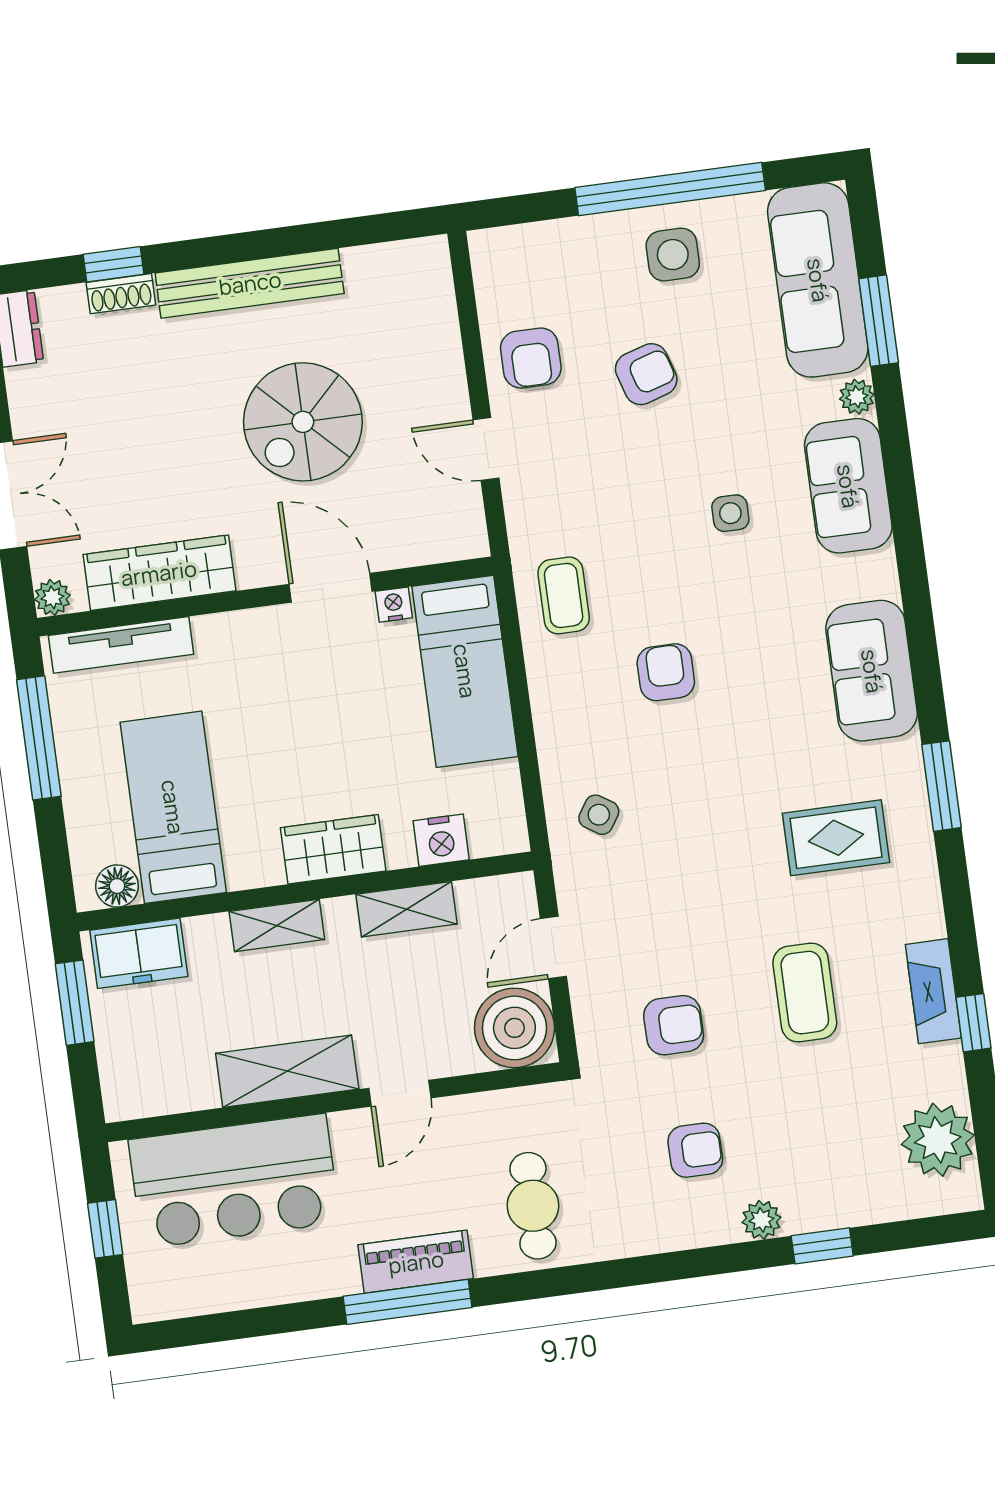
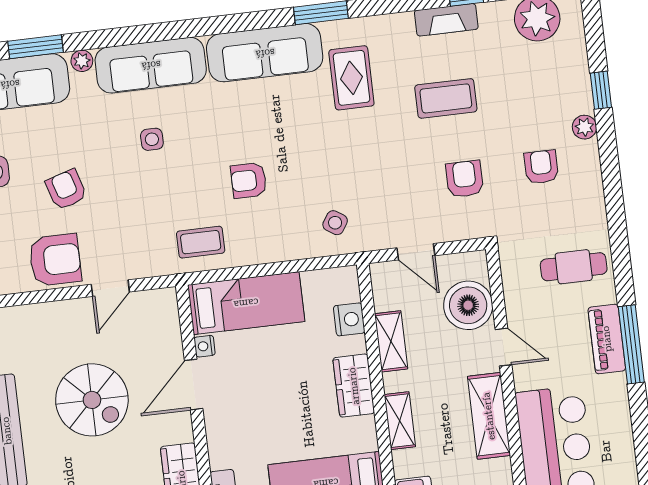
armchair: (531, 358) -> (55, 260), width x1.38, depth x1.38
sofa: (848, 486) -> (151, 65), width x1.36
sofa: (872, 671) -> (265, 53), width x1.36
boiler: (514, 1028) -> (468, 305), moved

